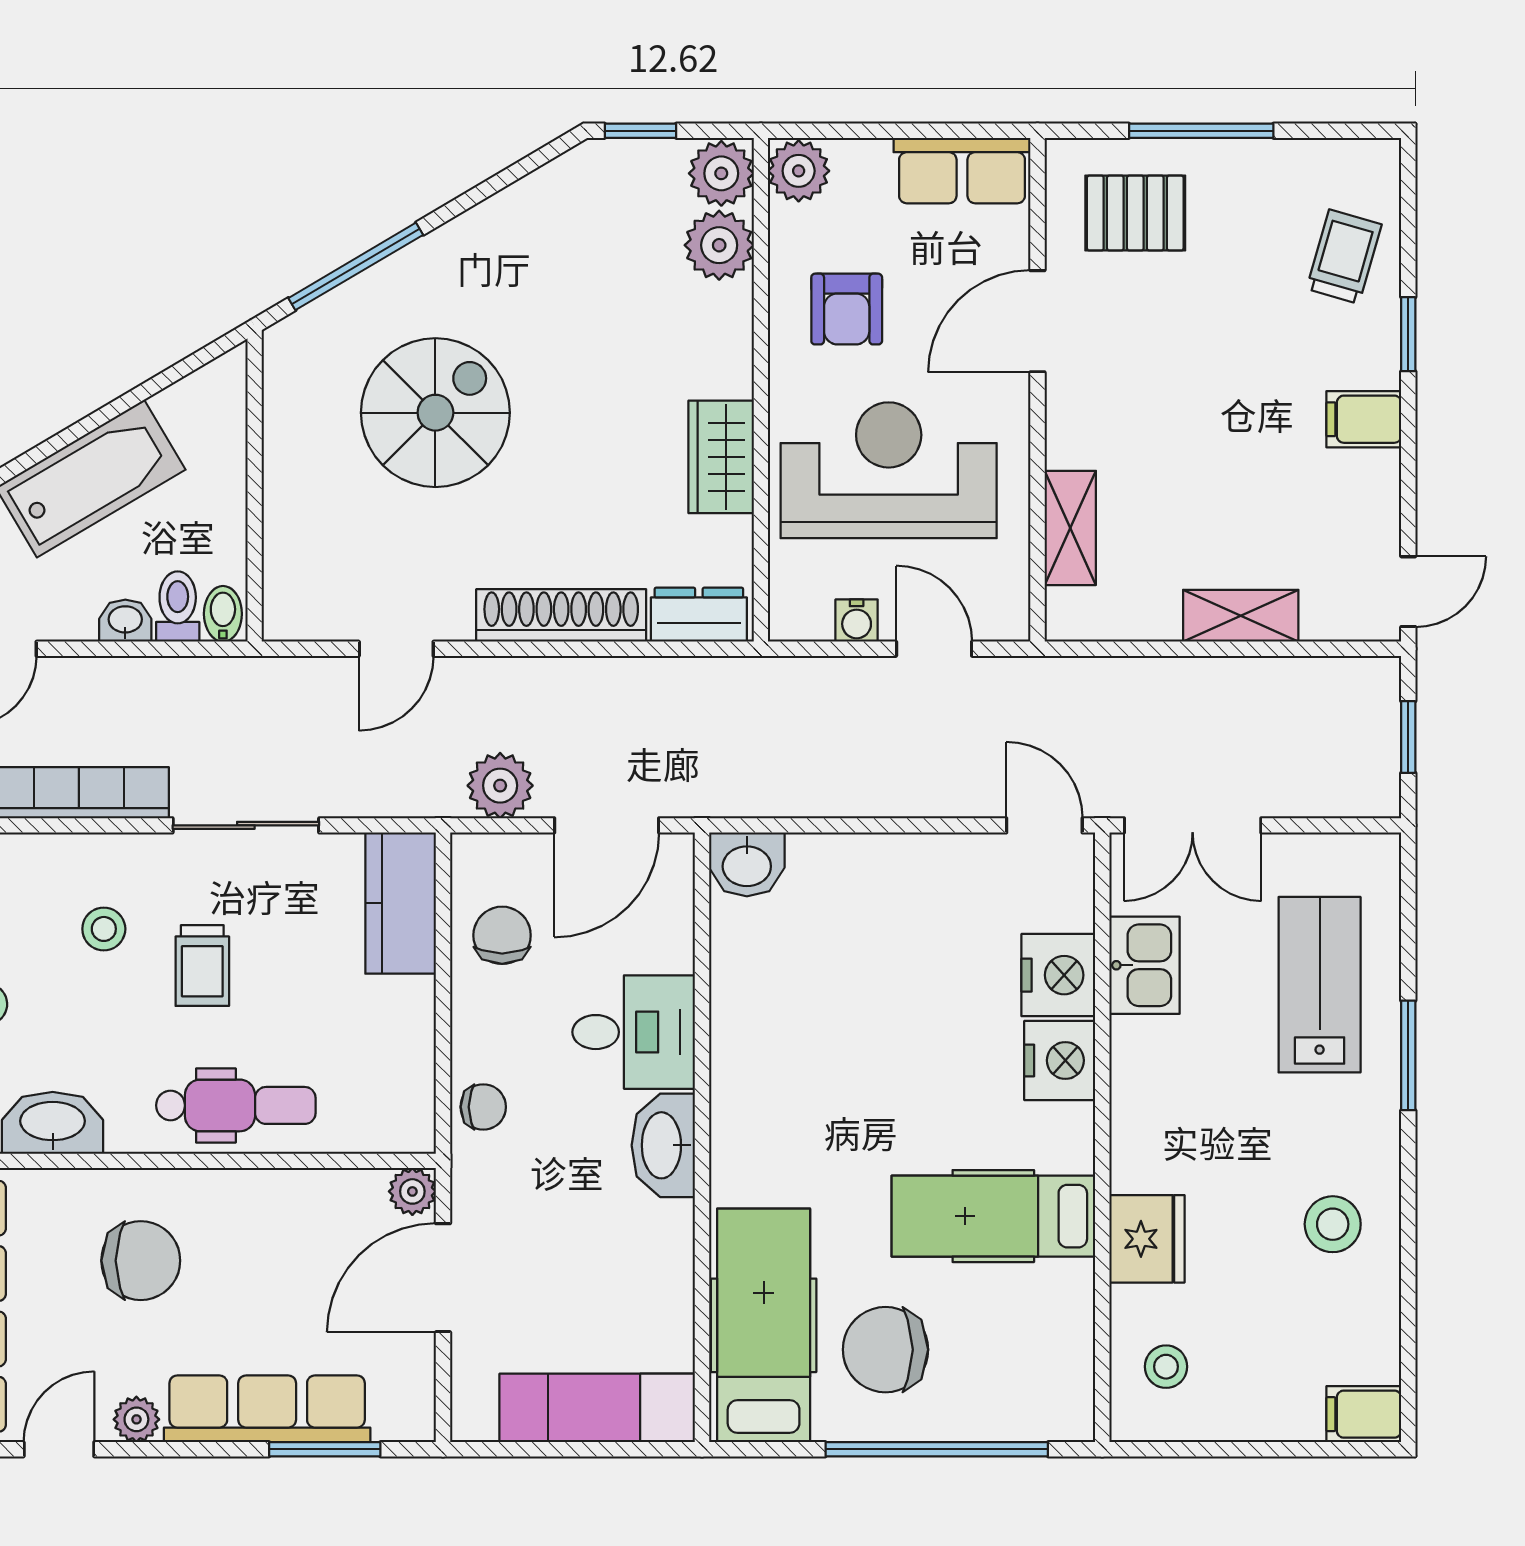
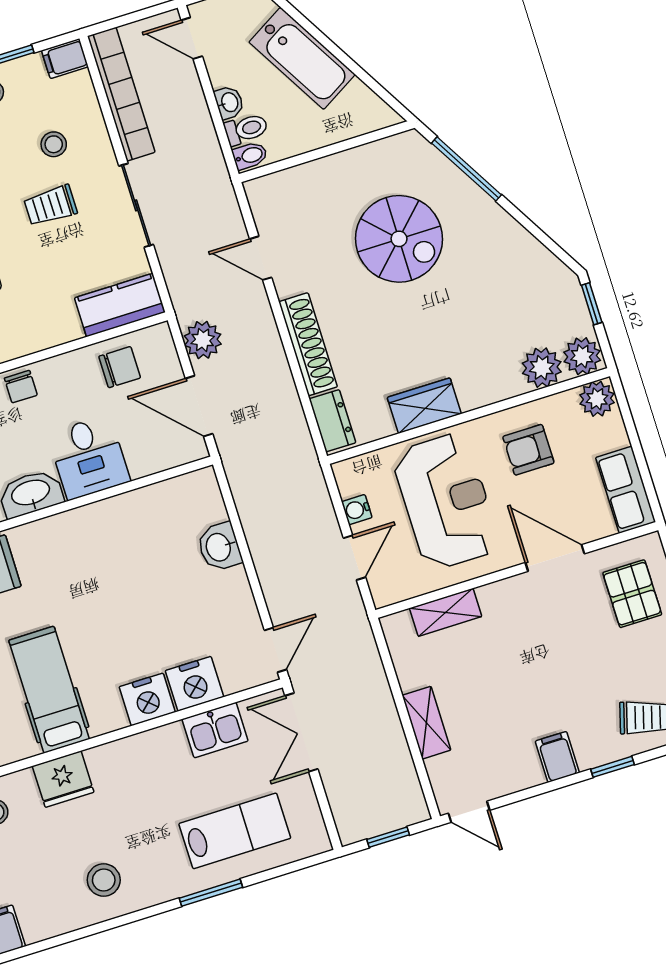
washbasin: (747, 864) -> (219, 547), moved

